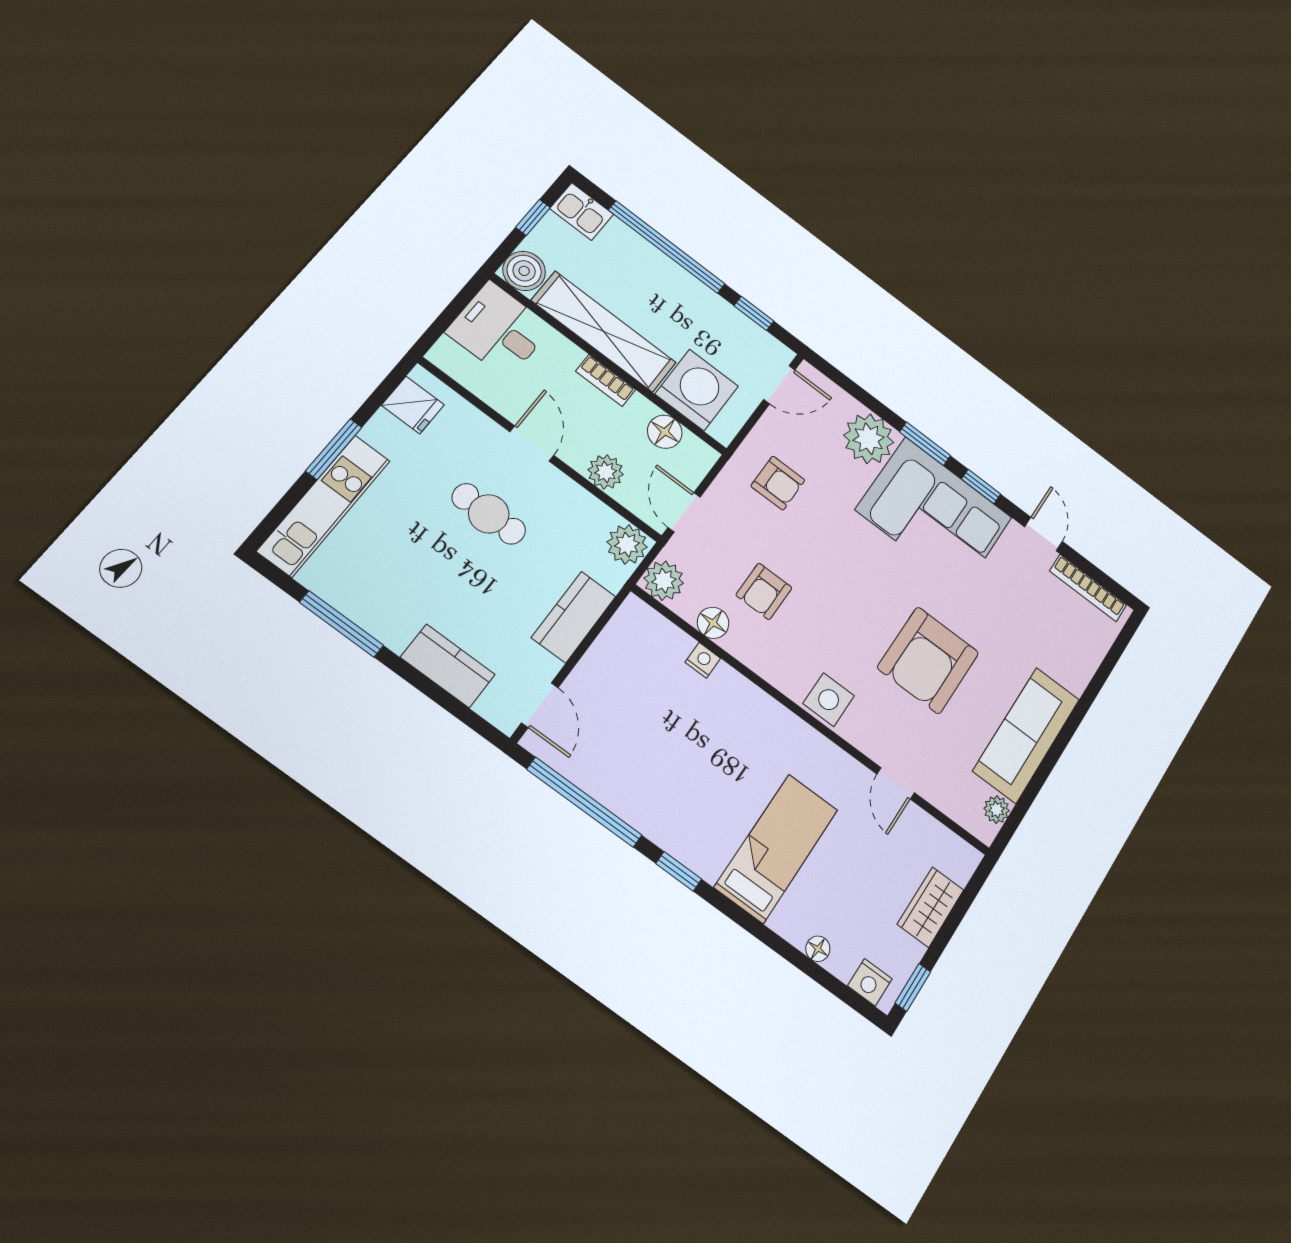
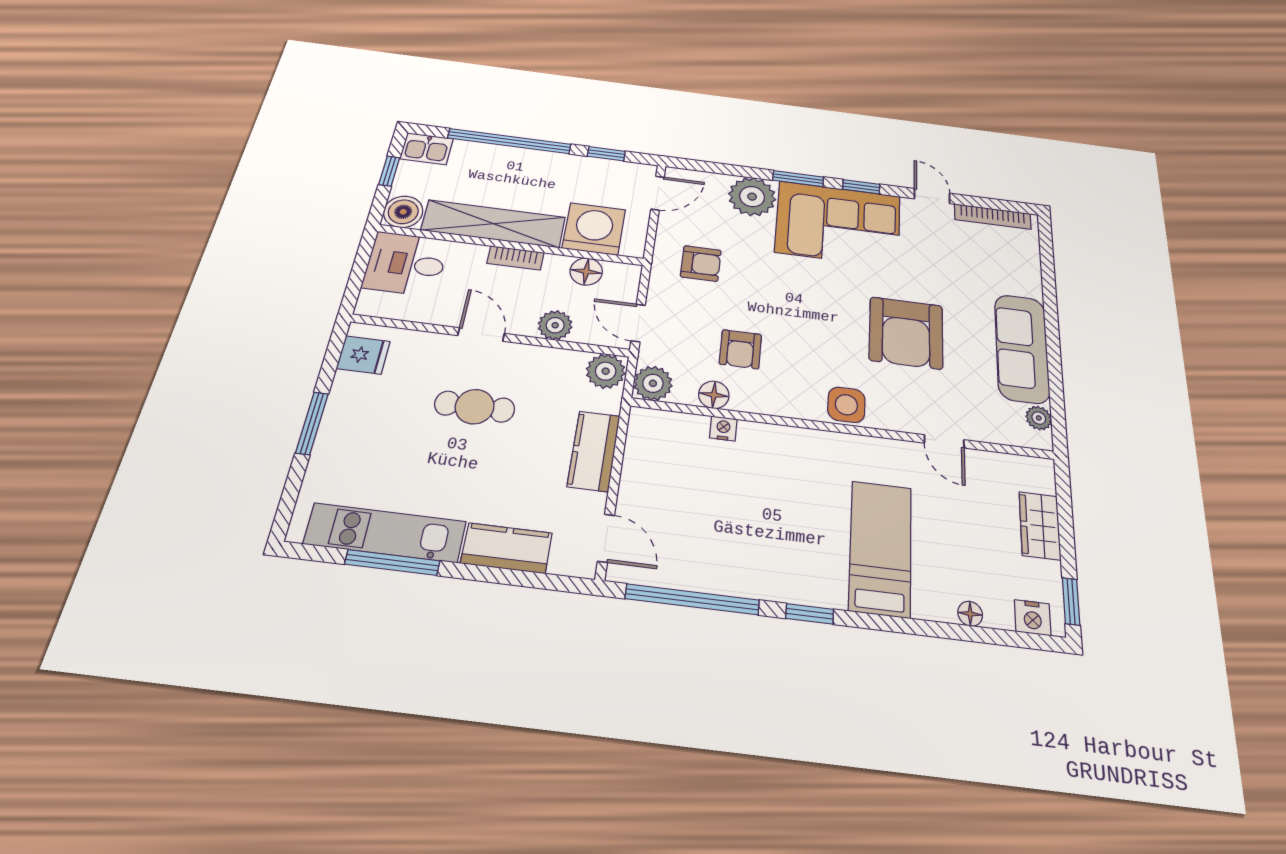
kitchen unit: (324, 506) -> (385, 533), moved, turned -90

